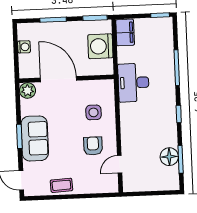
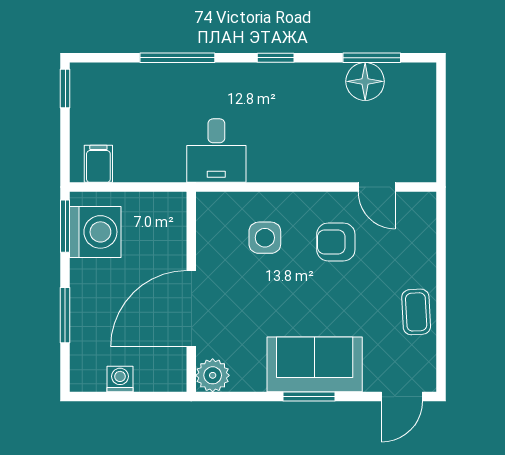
filing cabinet: (125, 32) -> (98, 164), width x0.50
washing machine: (100, 46) -> (95, 232), moved, turned -90
desk: (133, 83) -> (216, 151), width x0.73

